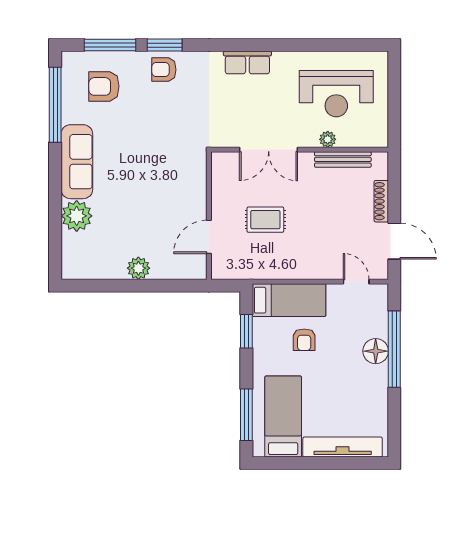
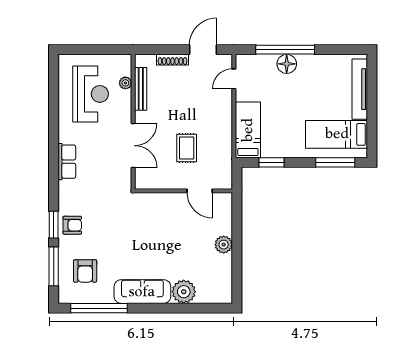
armchair: (164, 70) -> (72, 225), turned -90
plant: (328, 139) -> (125, 83), moved
armchair: (304, 340) -> (278, 118), removed

